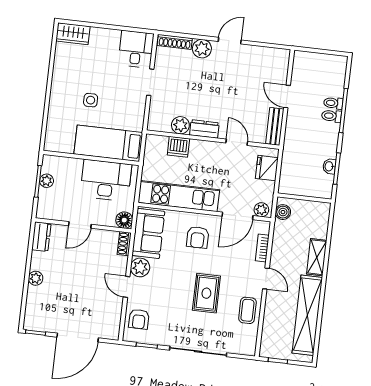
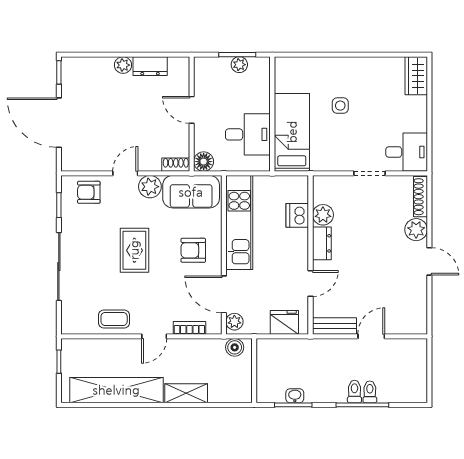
desk: (106, 180) -> (248, 134), width x0.73
dresser: (41, 237) -> (150, 66), moved
rug: (206, 293) -> (134, 250), moved, turned 90

